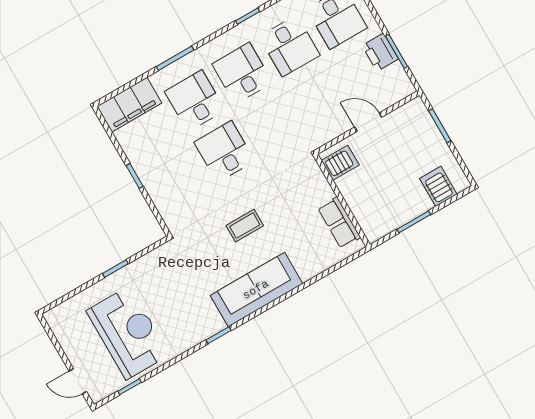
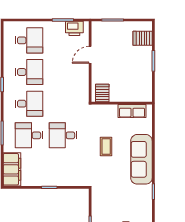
printer: (380, 52) -> (74, 28), moved
desk: (242, 73) -> (29, 104), turned 180
server rack: (340, 163) -> (102, 93), moved
wall: (342, 200) -> (122, 103), moved
row of seats: (339, 223) -> (132, 111), moved

